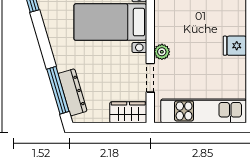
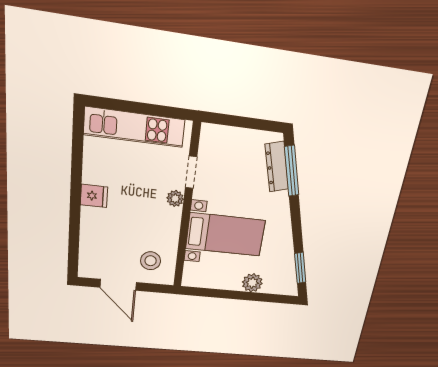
wardrobe: (128, 112) -> (220, 137), removed

